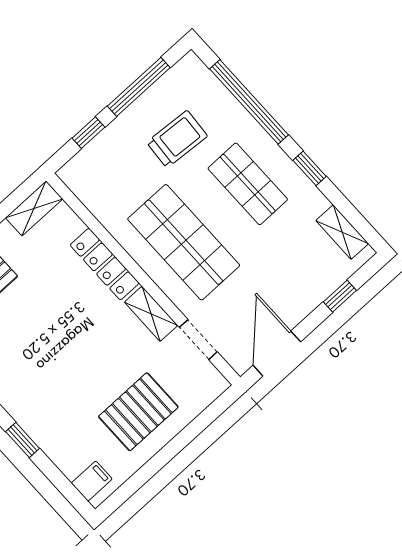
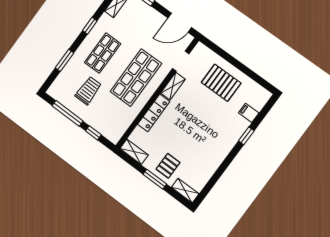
window: (249, 102) -> (64, 60), width x0.47
trolley: (177, 139) -> (88, 91), turned 86
filing cabinet: (92, 481) -> (249, 113), moved

